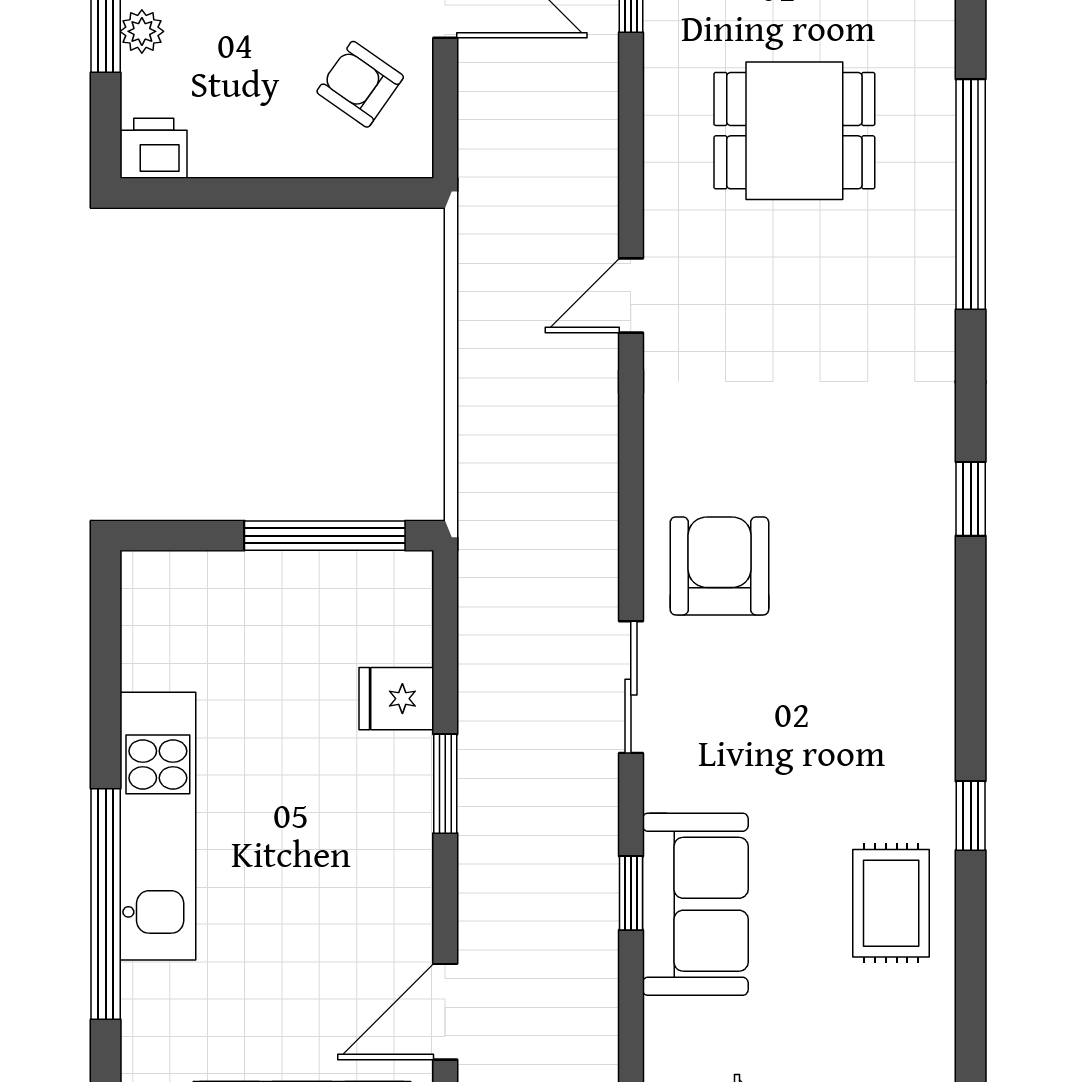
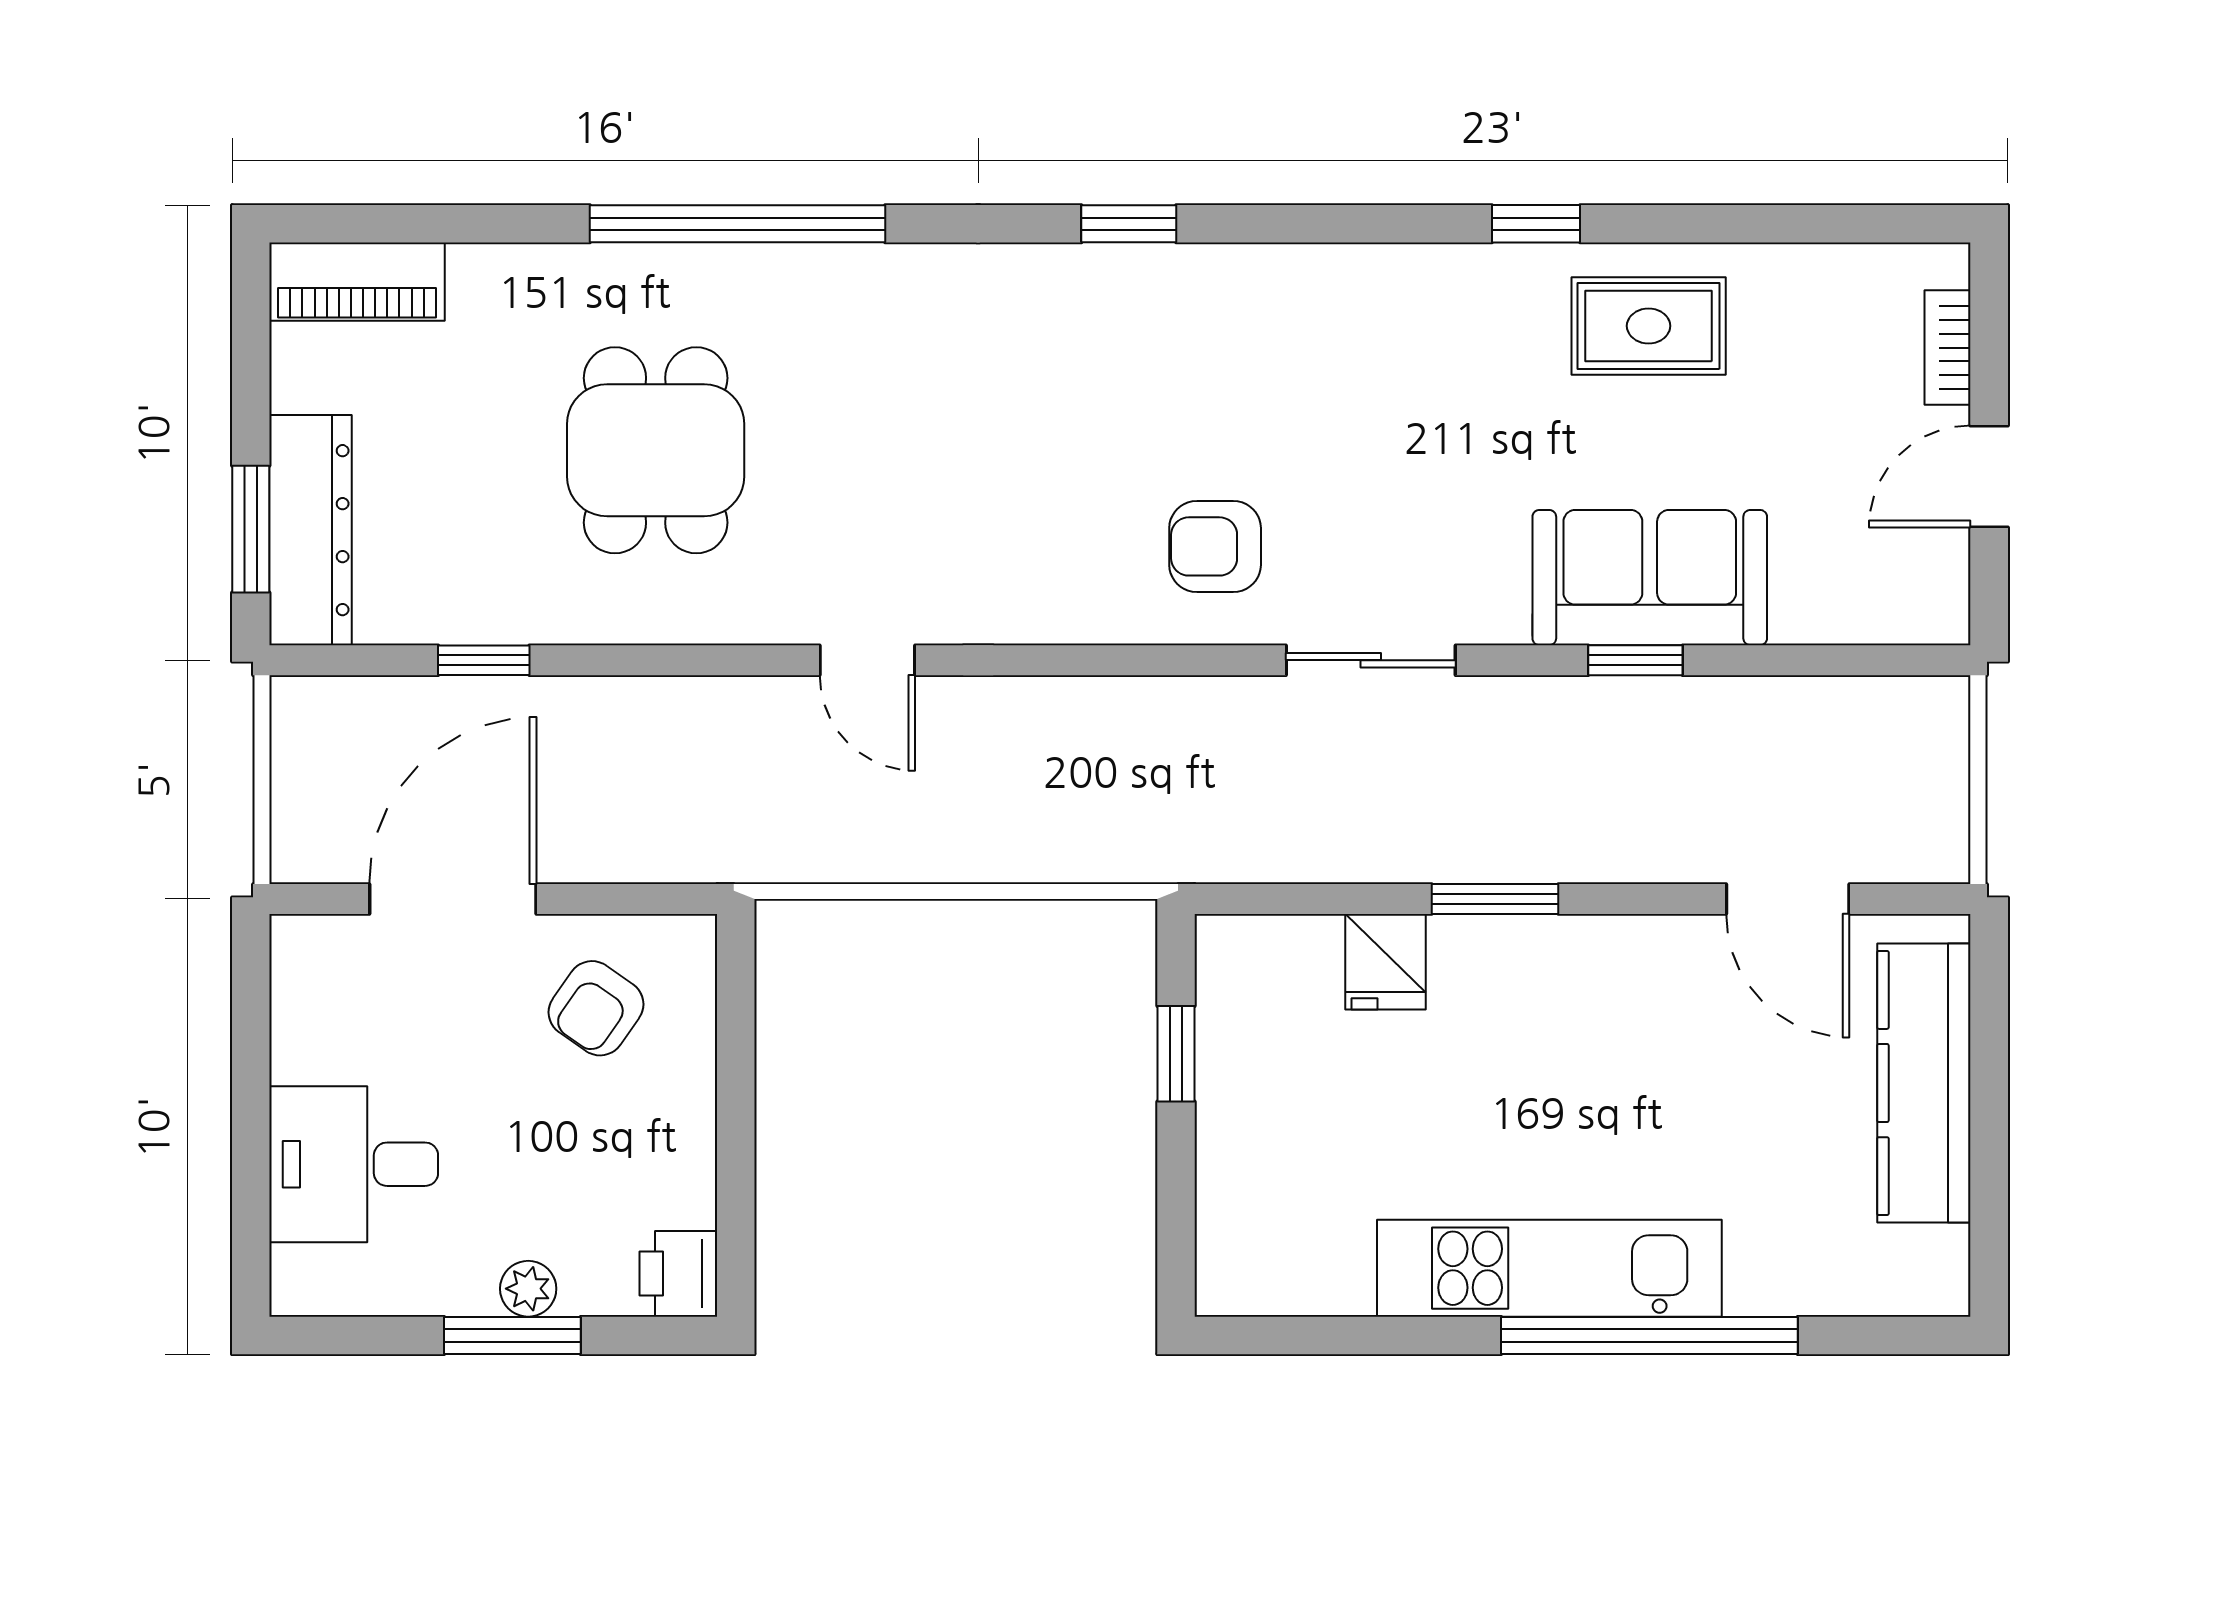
window: (325, 536) -> (1176, 1054), width x0.46
armchair: (719, 566) -> (1215, 546), width x0.72, depth x0.72

